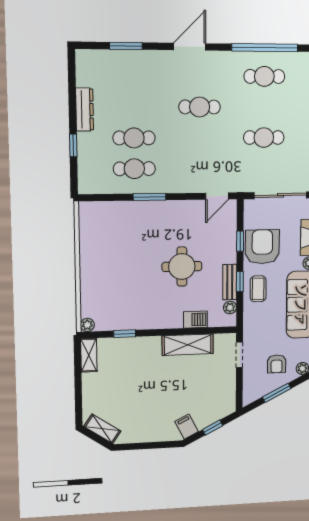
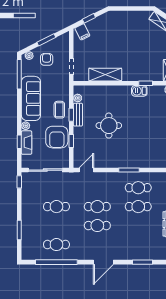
cafe table: (200, 138) -> (97, 207), added
barbecue: (195, 320) -> (139, 91), moved
filing cabinet: (187, 427) -> (82, 32), moved

